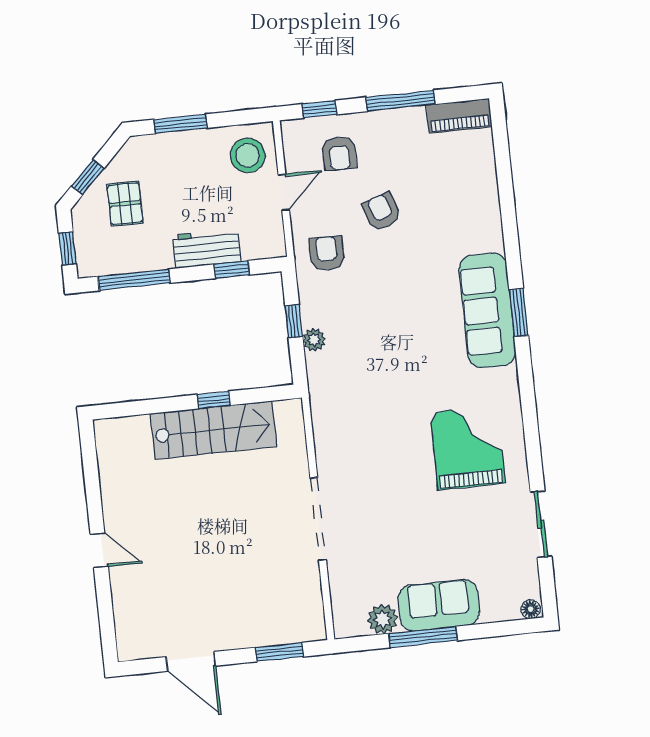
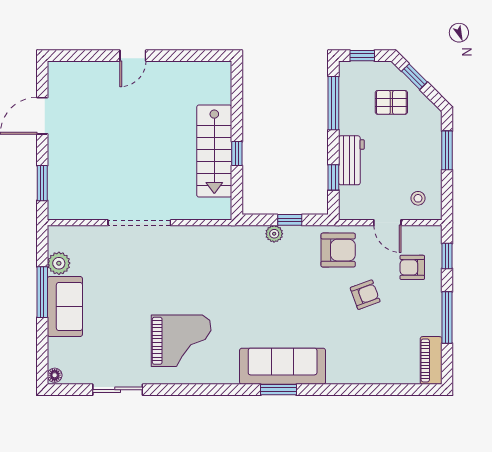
stool: (248, 155) -> (418, 198), width x0.53, depth x0.53
armchair: (327, 253) -> (338, 250), width x1.38, depth x1.38

